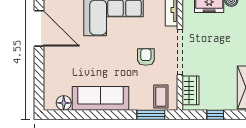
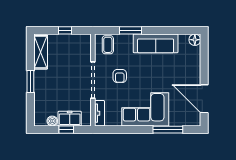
wardrobe: (191, 90) -> (84, 50), removed
floor lamp: (64, 103) -> (195, 40), moved
window: (151, 115) -> (131, 30), moved

